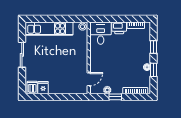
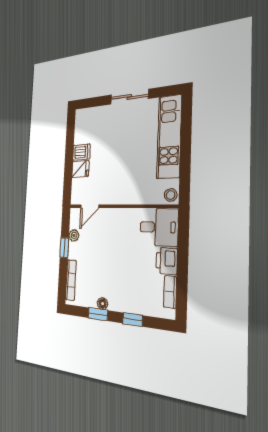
door: (89, 79) -> (90, 206), hinge flipped
dishwasher: (32, 87) -> (81, 152), moved
fridge: (43, 88) -> (80, 169), moved

